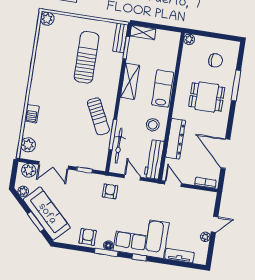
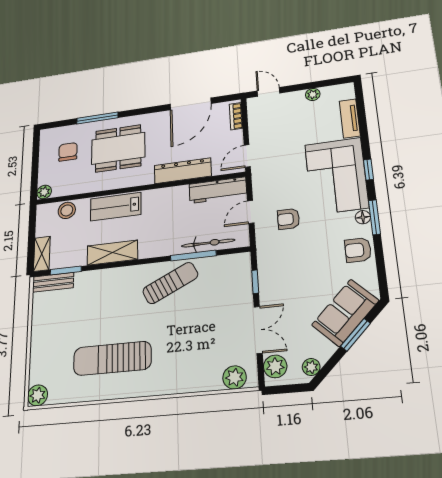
sun lounger: (87, 57) -> (112, 358), moved
dining table: (207, 97) -> (118, 148), width x1.37
barbecue: (32, 114) -> (184, 383), removed
stool: (153, 125) -> (67, 210), moved
armchair: (110, 191) -> (288, 219), moved
sofa: (47, 214) -> (345, 313), width x0.73
door: (214, 224) -> (268, 92), moved

